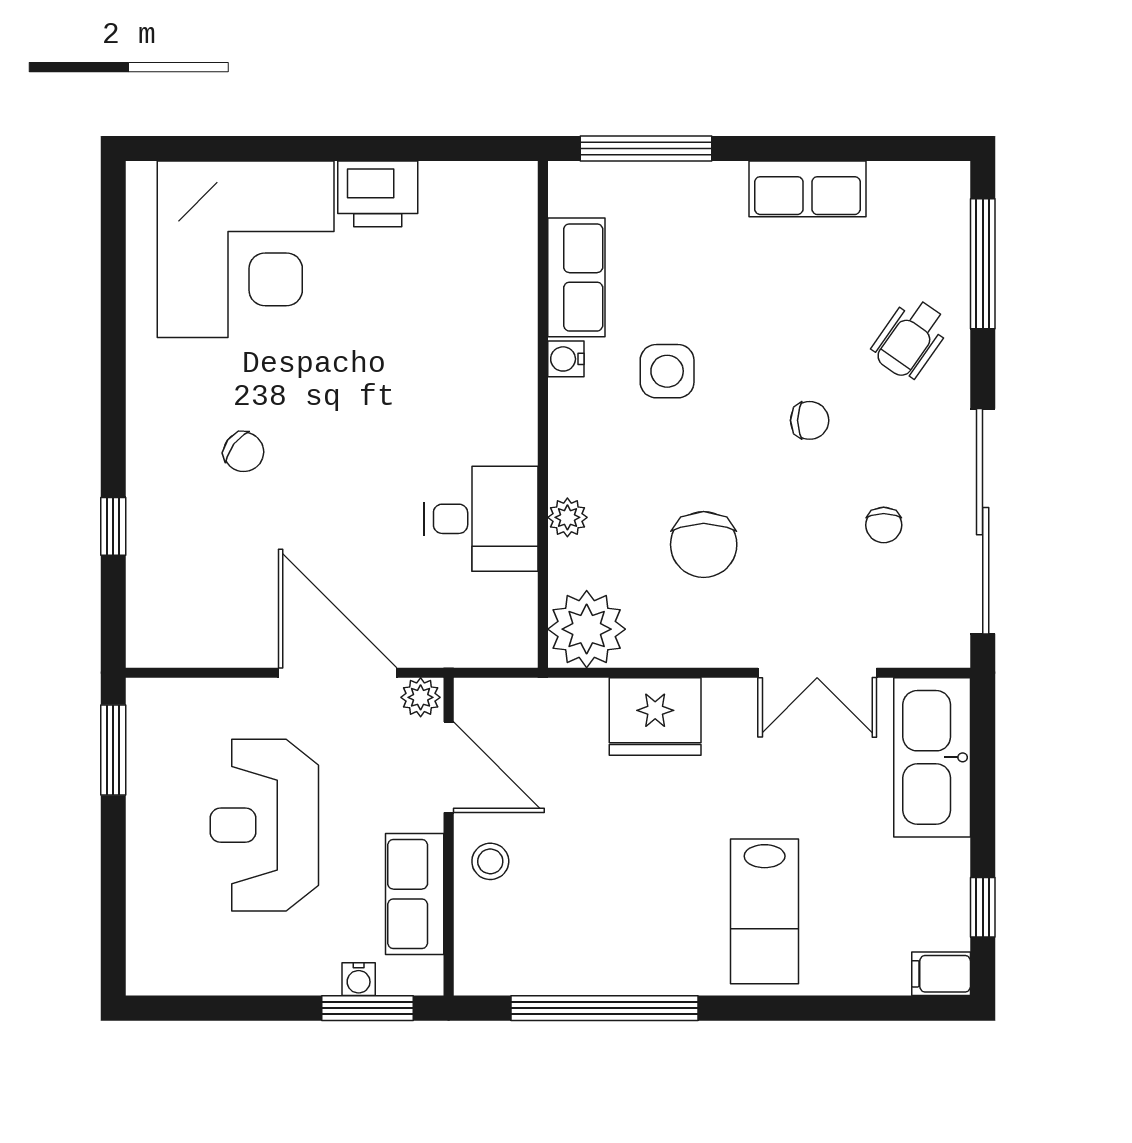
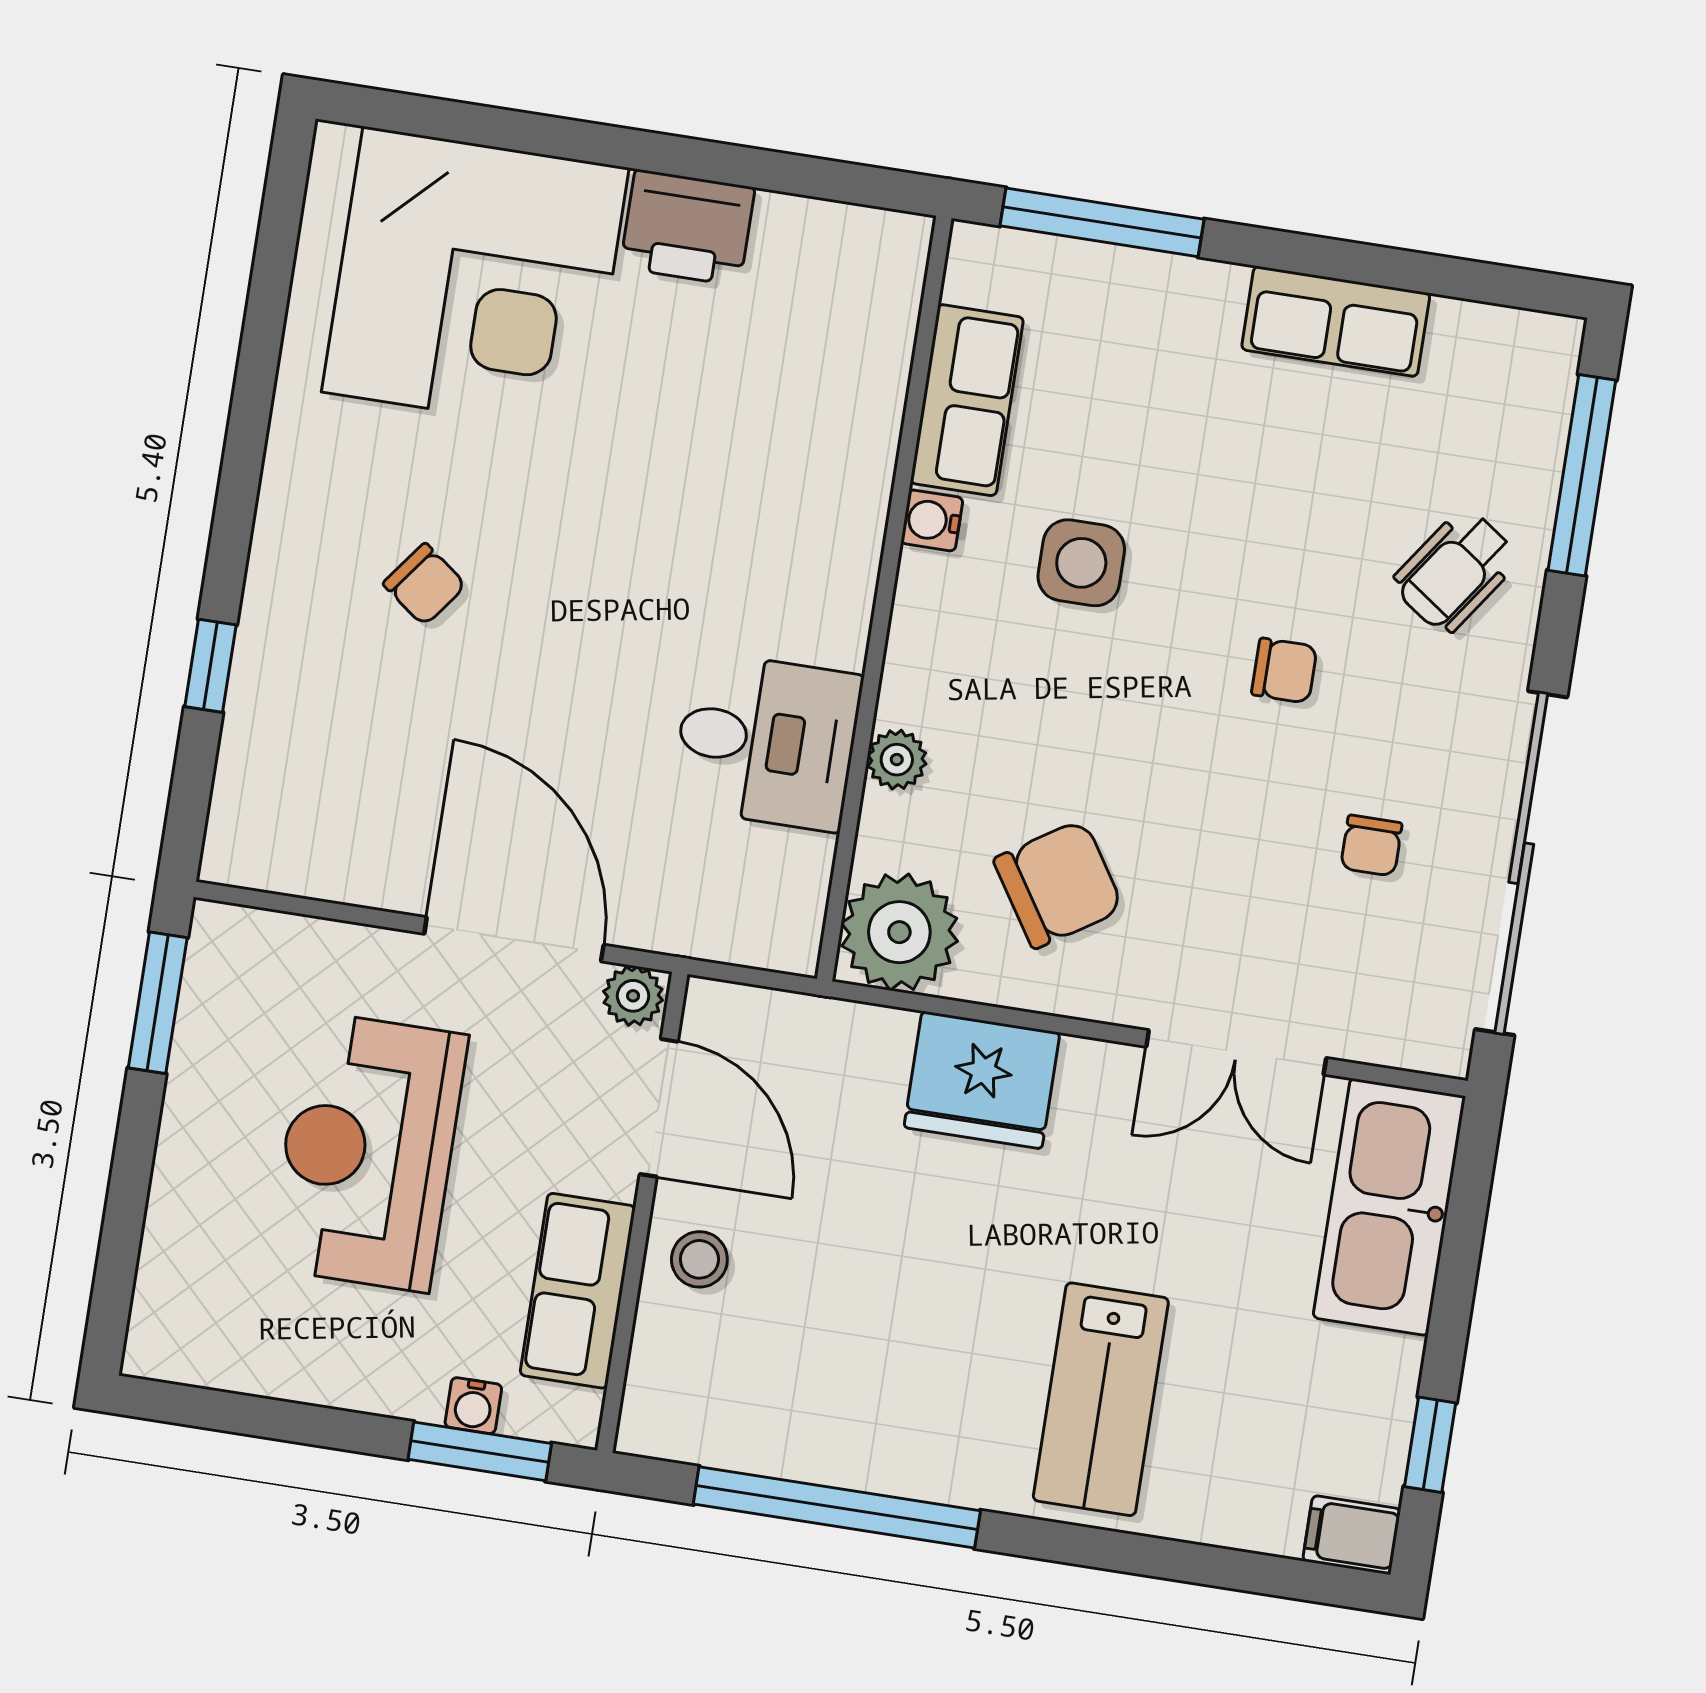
chair: (704, 545) -> (1059, 884), moved, turned -123

